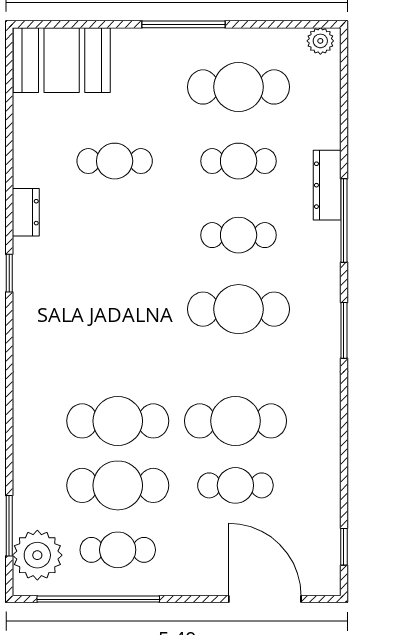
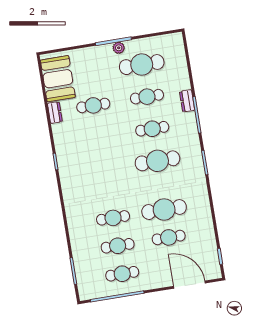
plant: (320, 41) -> (119, 48), moved
booth: (62, 60) -> (58, 79), moved, turned 90
dresser: (327, 185) -> (187, 101), width x0.70
dresser: (26, 212) -> (55, 112), moved
cafe table: (118, 421) -> (113, 218), width x0.73, depth x0.74
cafe table: (118, 485) -> (118, 246), width x0.73, depth x0.74
plant: (37, 555) -> (88, 282), removed

